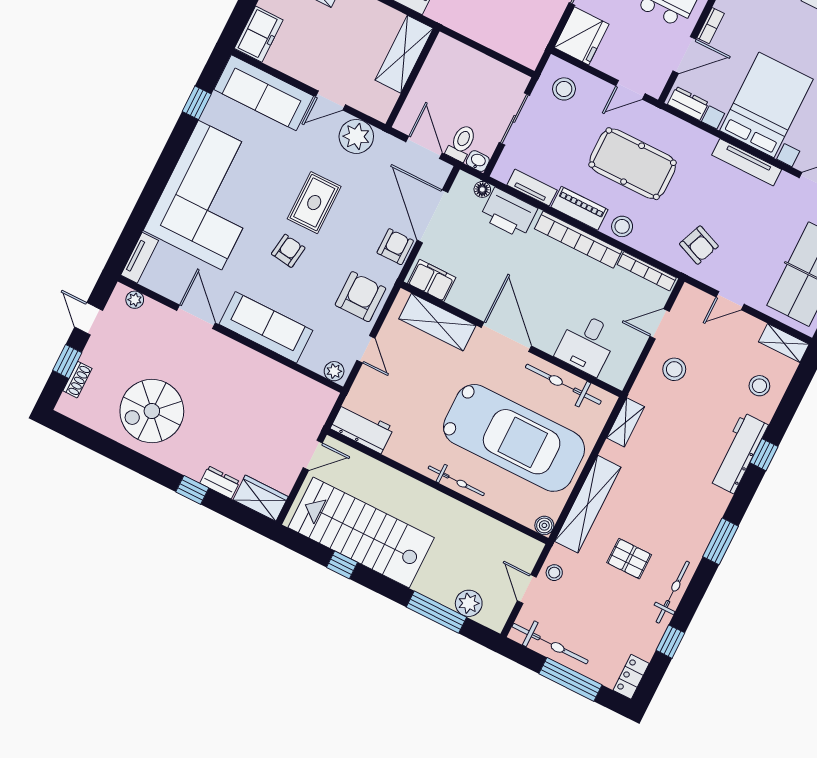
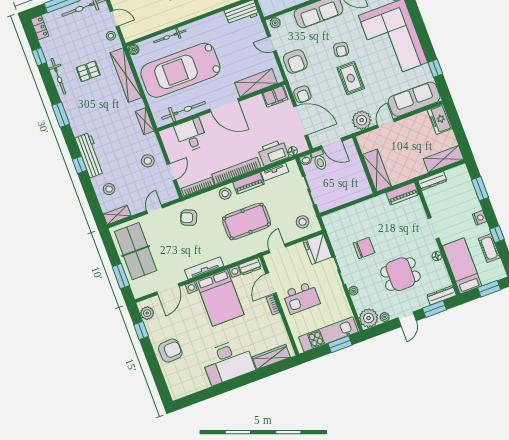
bicycle: (456, 481) -> (170, 36), moved

